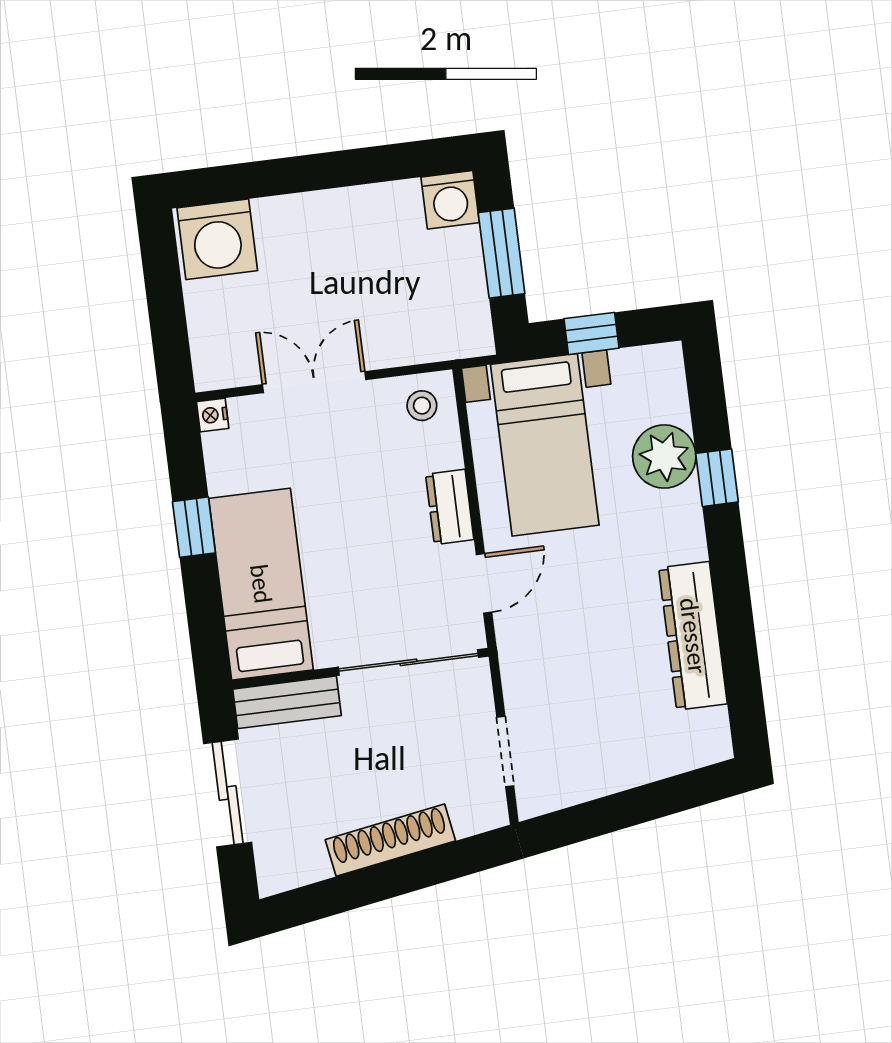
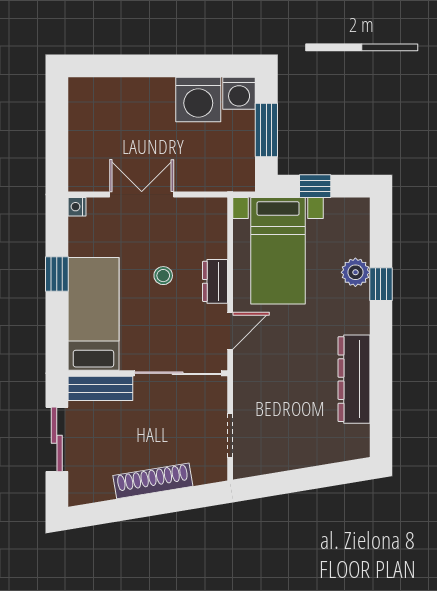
washing machine: (217, 239) -> (198, 99), moved
stool: (422, 406) -> (163, 276), moved
plant: (664, 457) -> (355, 272), width x0.73, depth x0.73

